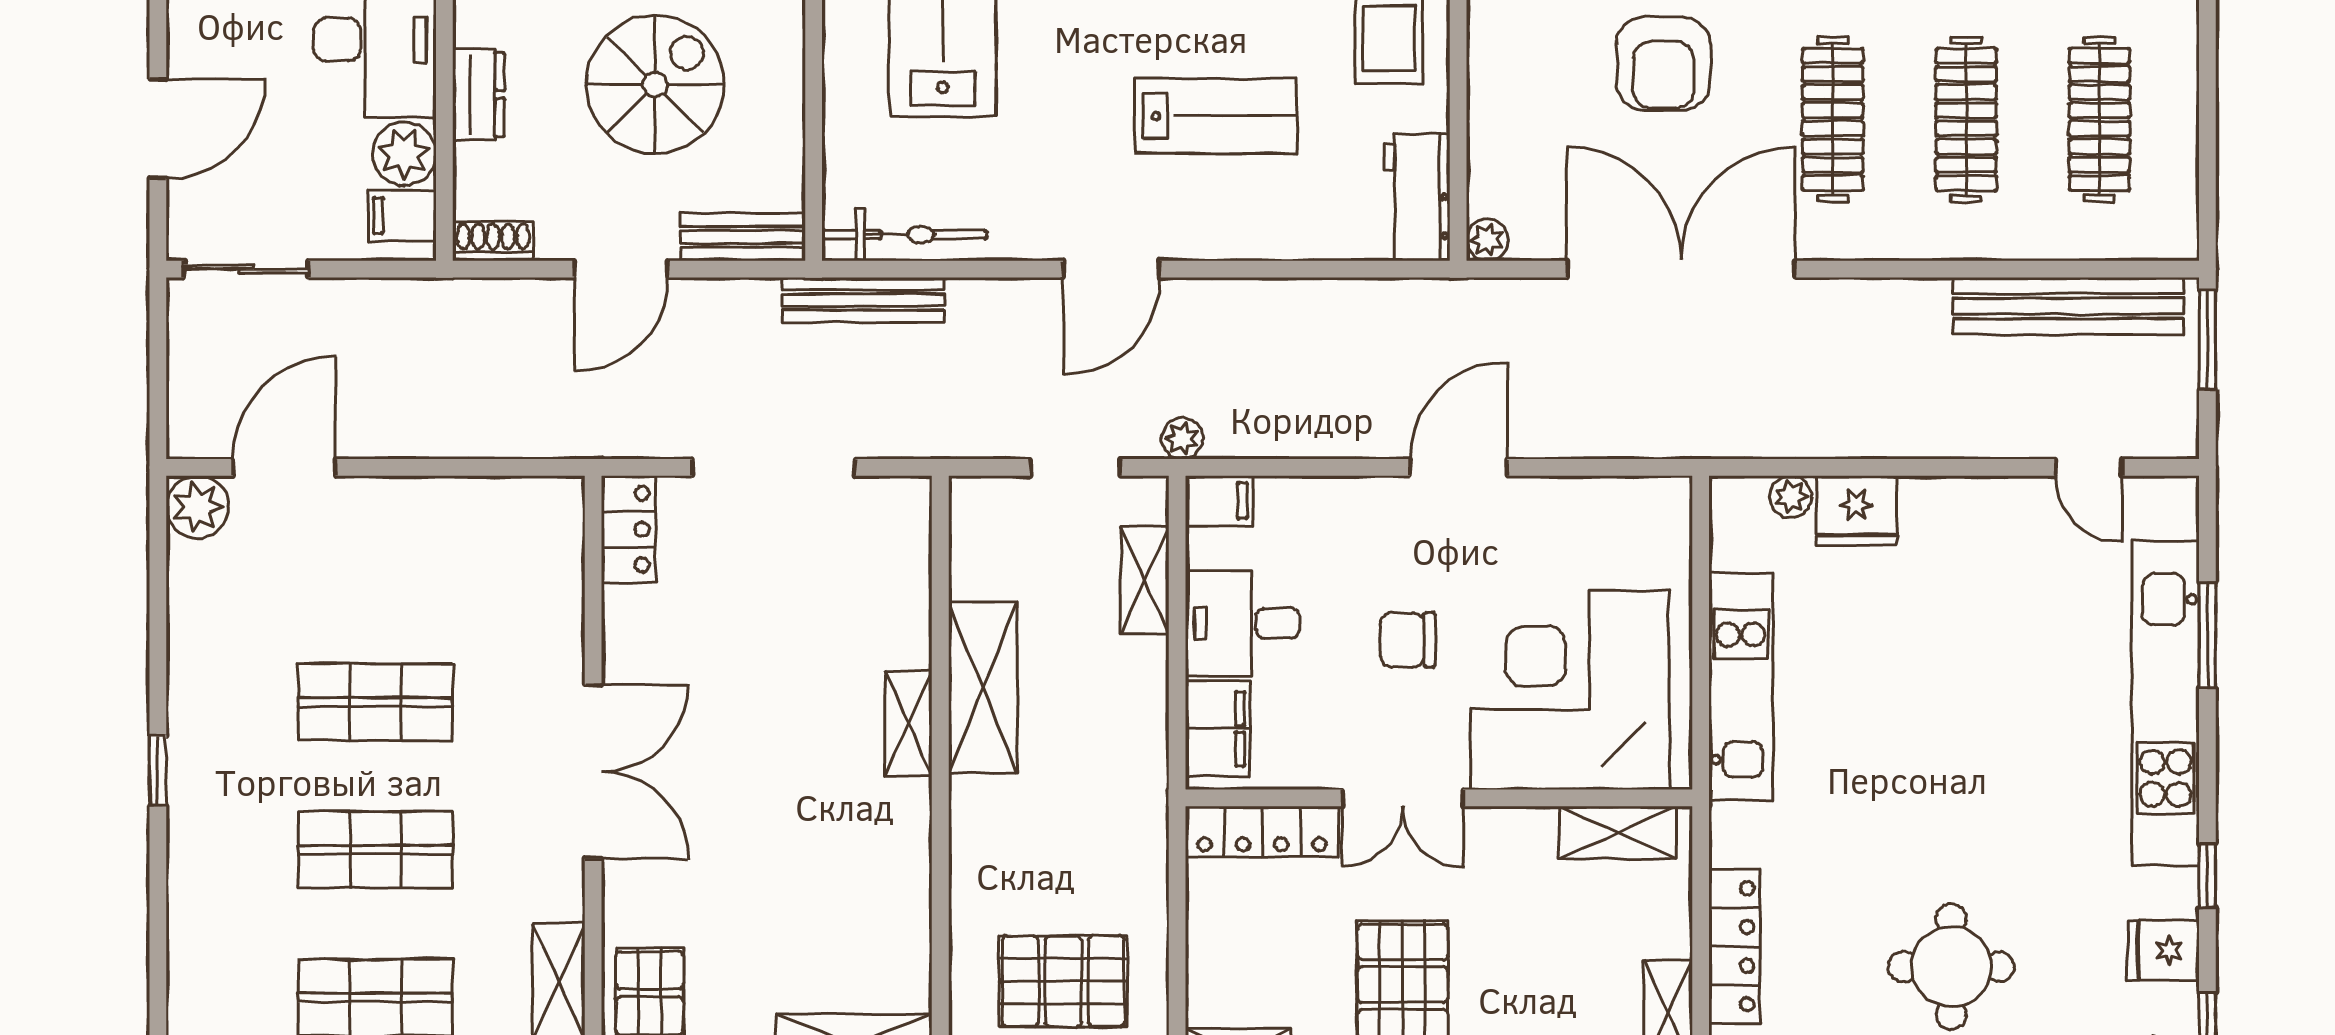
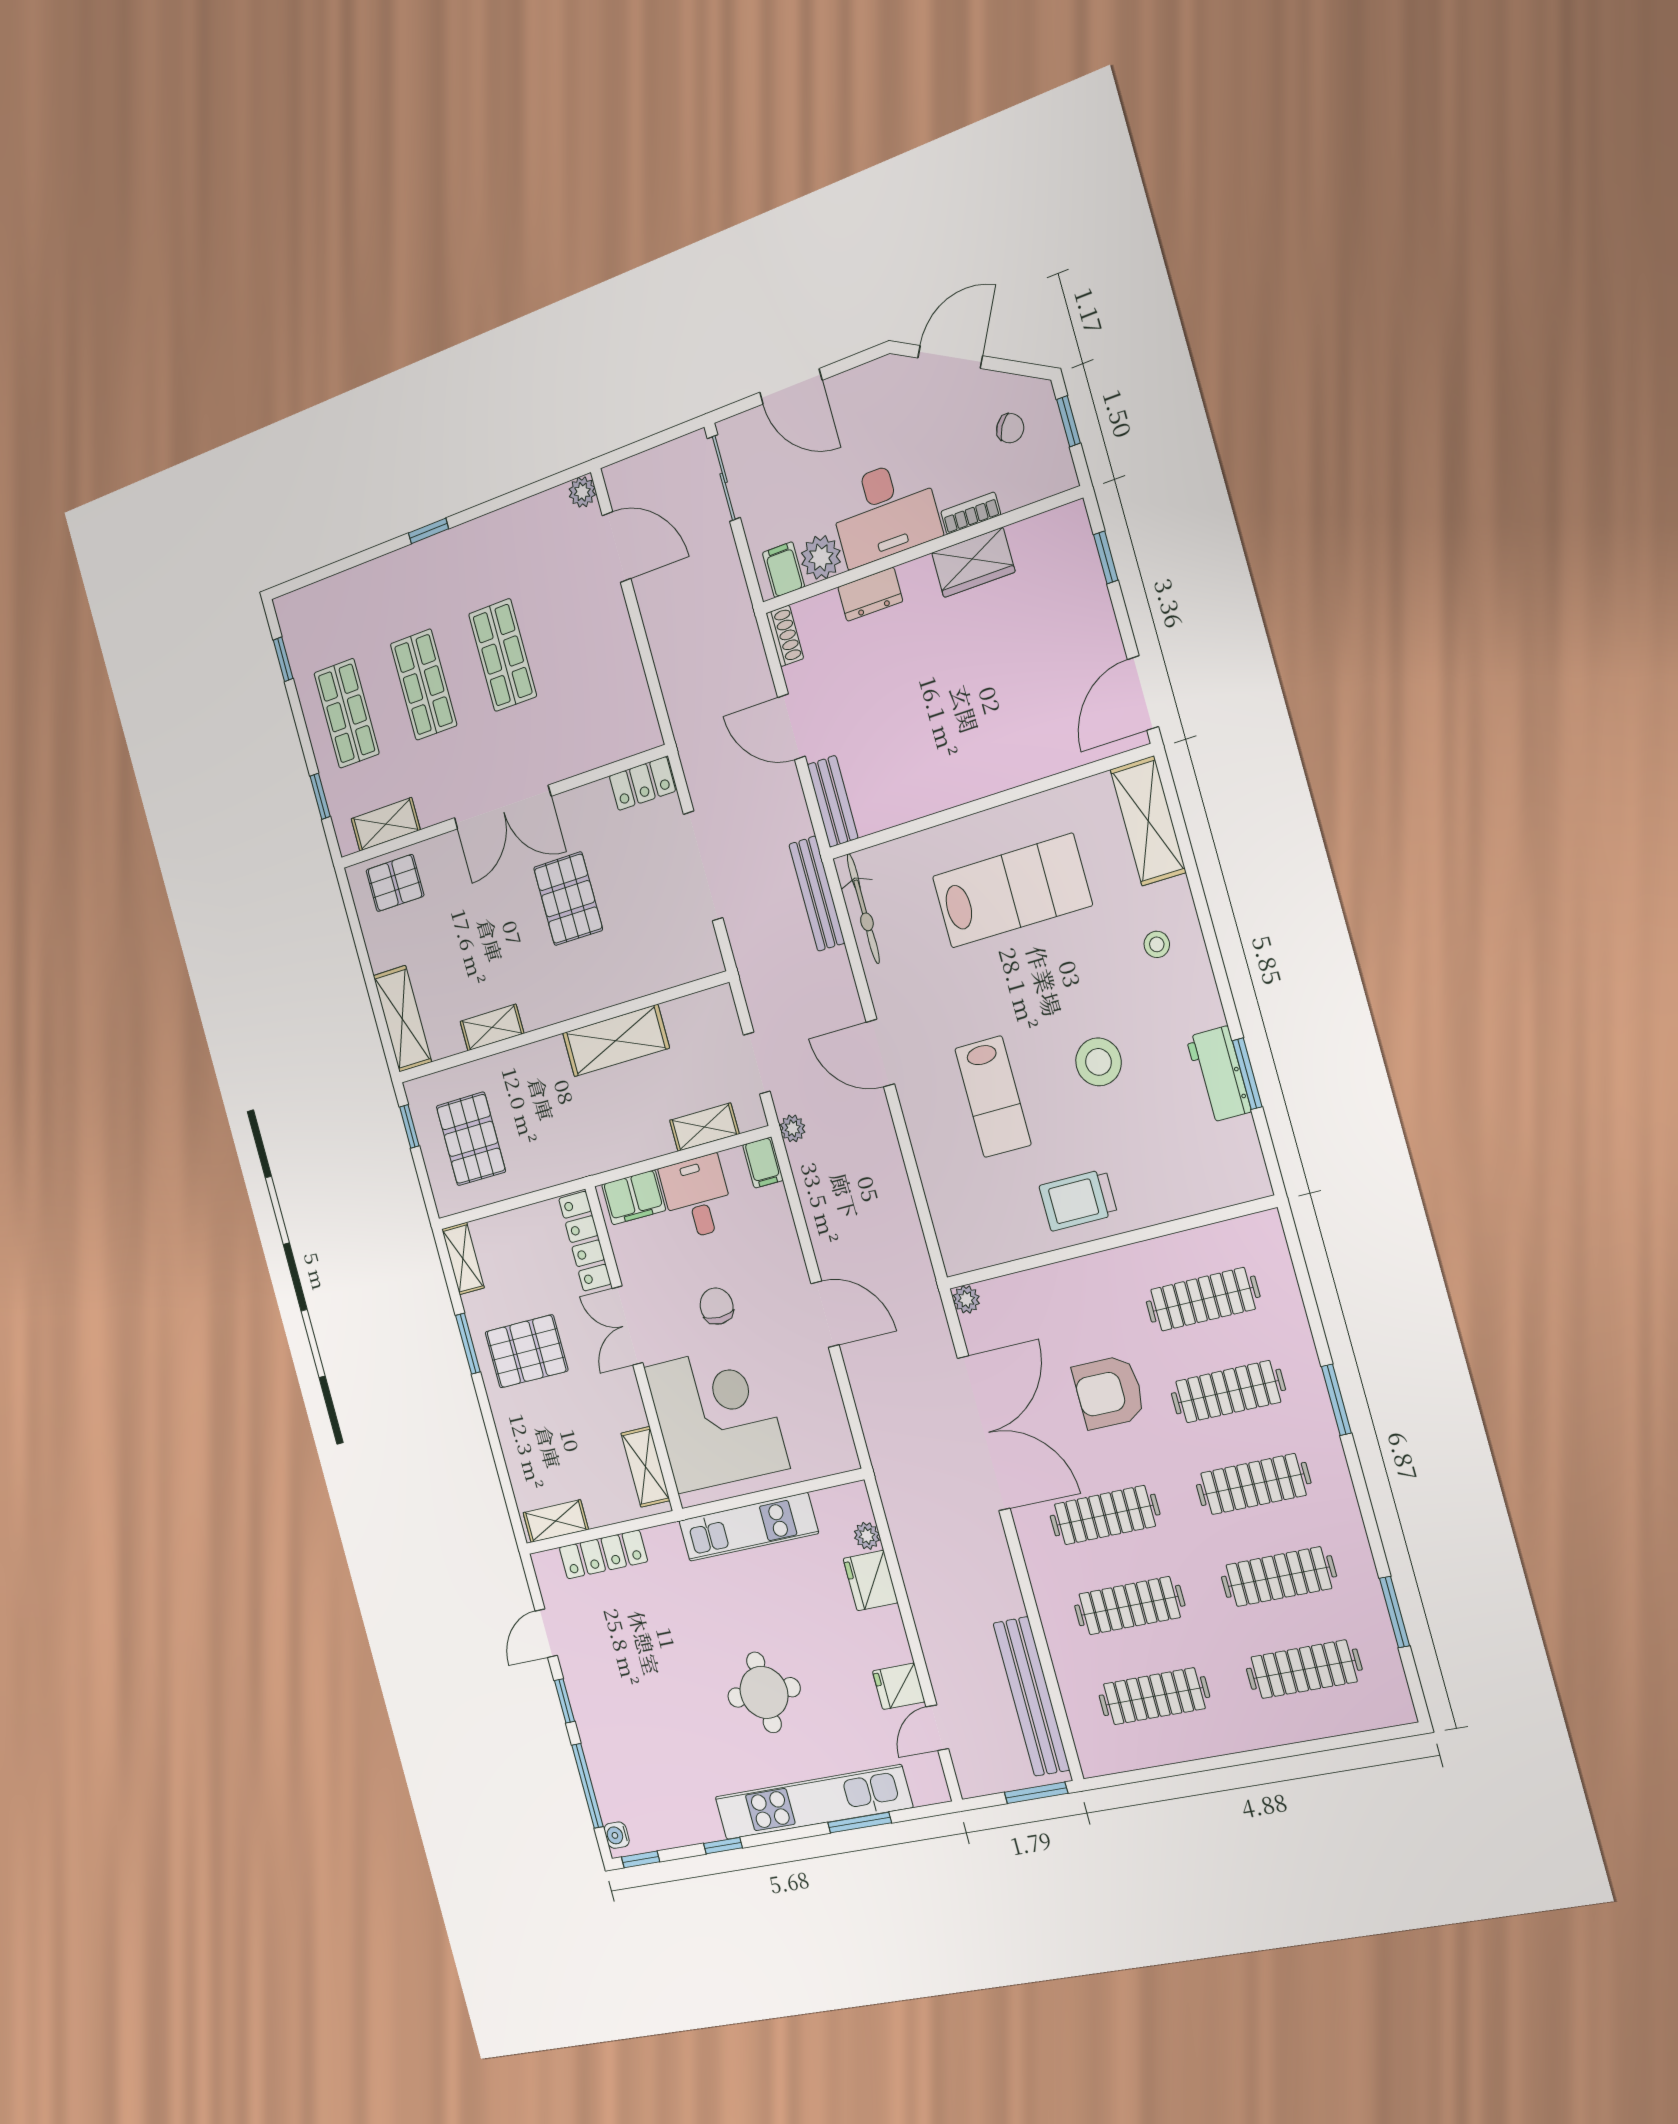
spiral stairs: (655, 85) -> (909, 712), removed
workbench: (1417, 197) -> (980, 1246), removed
plant: (198, 507) -> (582, 492), width x0.73, depth x0.73
pallet: (757, 703) -> (568, 899), added
shelving: (908, 724) -> (492, 1027), moved
fridge: (2163, 950) -> (899, 1686), moved, turned -90
round table: (1951, 967) -> (764, 1692), moved

